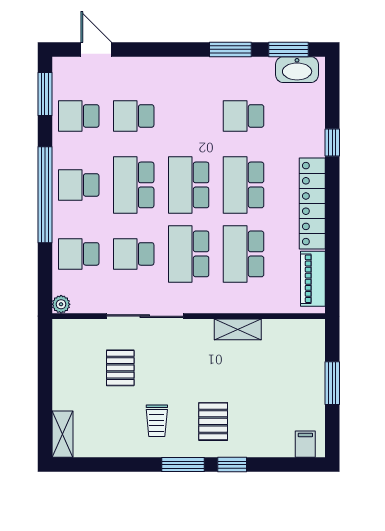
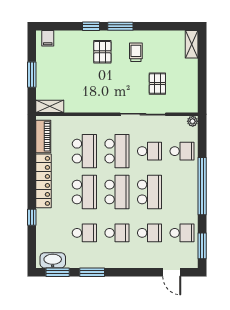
school desk: (79, 185) -> (117, 233), moved
shelving: (238, 329) -> (50, 106), moved

